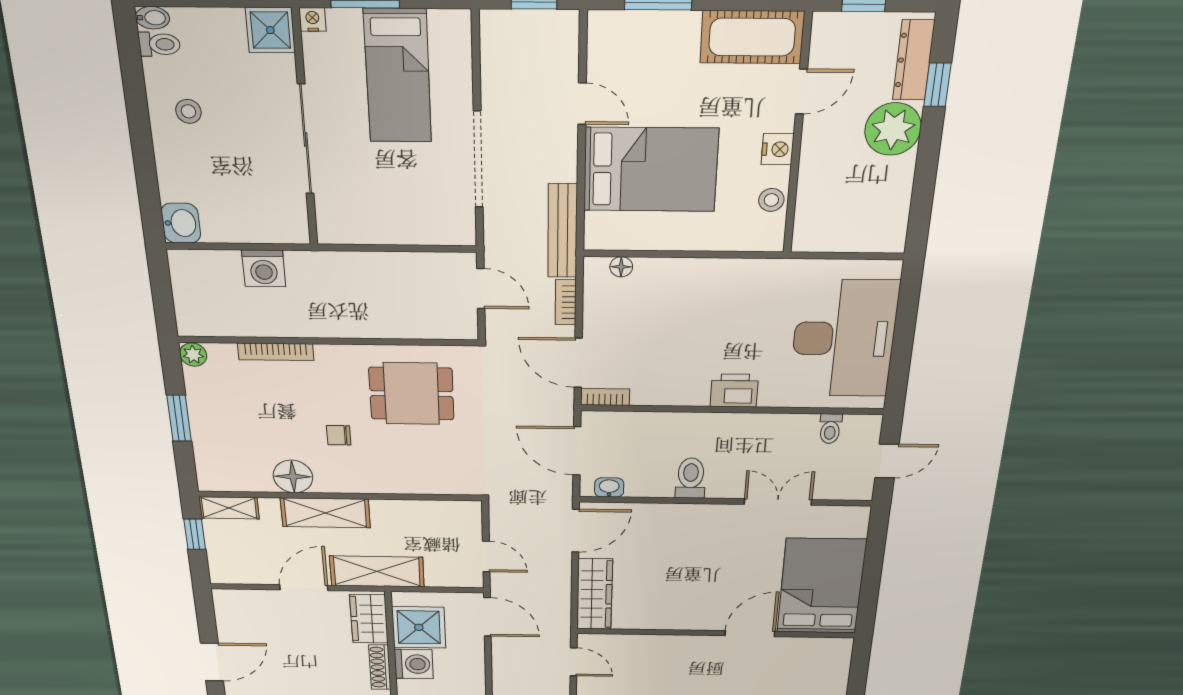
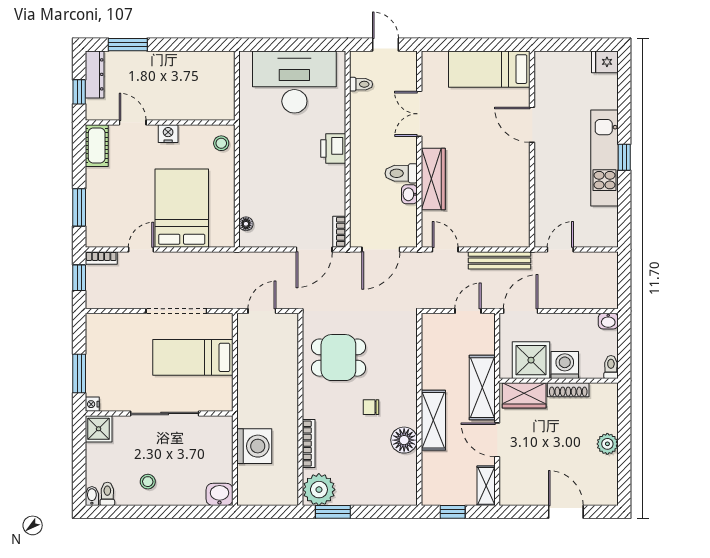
cot: (752, 37) -> (97, 146), width x0.73, depth x0.75
dresser: (914, 60) -> (95, 74), moved, turned -90
bed: (398, 76) -> (193, 357), moved, turned 180
window: (937, 85) -> (128, 45), width x1.50
plant: (893, 129) -> (155, 67), removed
stool: (771, 200) -> (221, 143), moved
bench: (563, 231) -> (499, 260), moved
washing machine: (264, 268) -> (254, 446), width x1.37, depth x1.37
bookcase: (566, 302) -> (101, 258), moved
plant: (193, 355) -> (319, 490), width x1.87, depth x1.87
dining table: (411, 394) -> (338, 358), turned 90
window: (179, 418) -> (333, 512), moved
chair: (339, 435) -> (371, 407), turned 90
washbasin: (609, 487) -> (409, 194), moved
shelving: (229, 508) -> (486, 486), moved
door: (576, 531) -> (445, 250), width x0.73
bed: (821, 586) -> (489, 69), width x0.67
wardrobe: (595, 594) -> (433, 179), moved, turned 90

